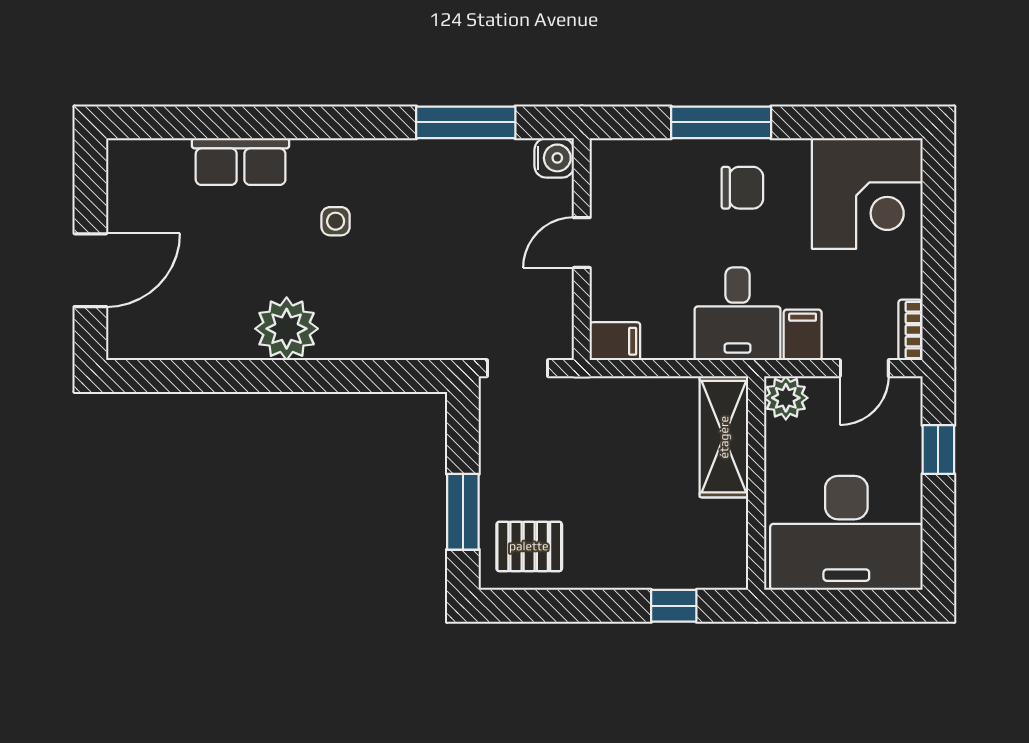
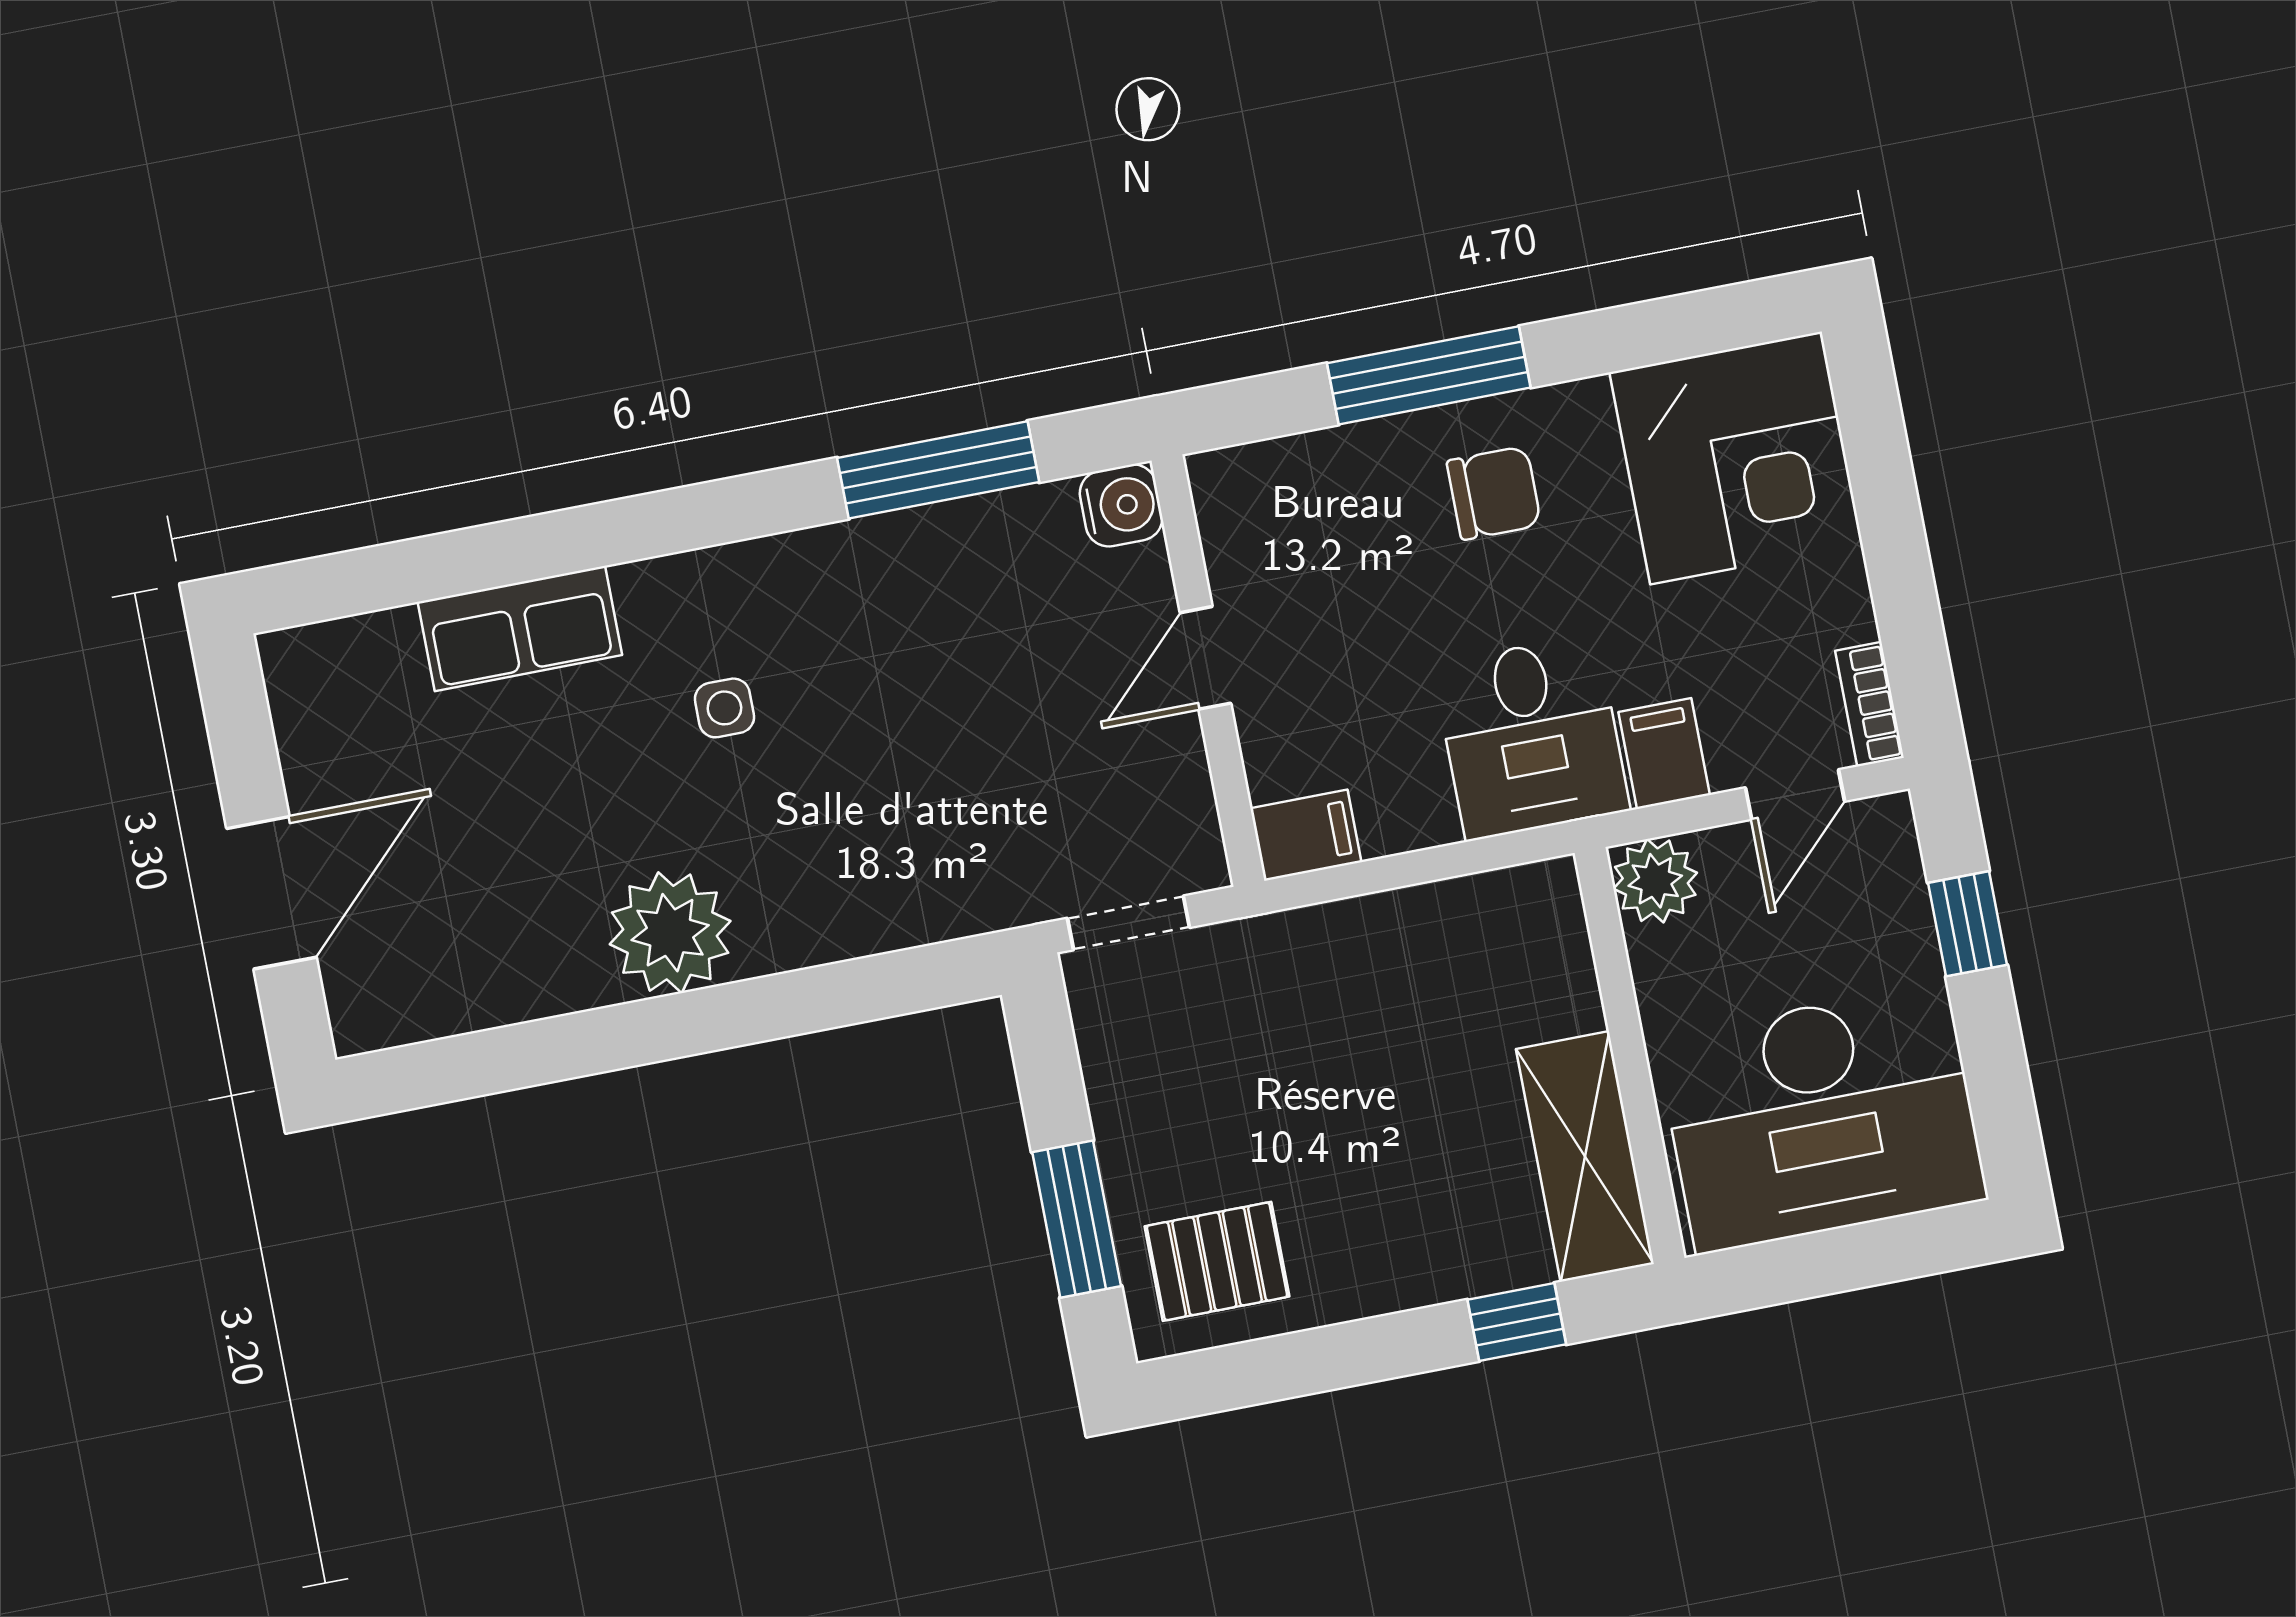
shelving: (724, 437) -> (1585, 1156), moved

